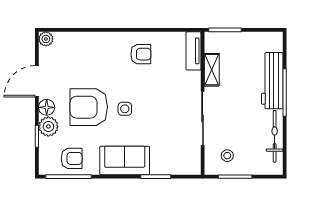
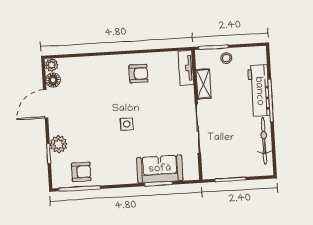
floor lamp: (47, 107) -> (53, 80), moved
armchair: (89, 107) -> (94, 124), removed
stool: (227, 156) -> (226, 58), moved
sofa: (125, 160) -> (160, 169), moved

